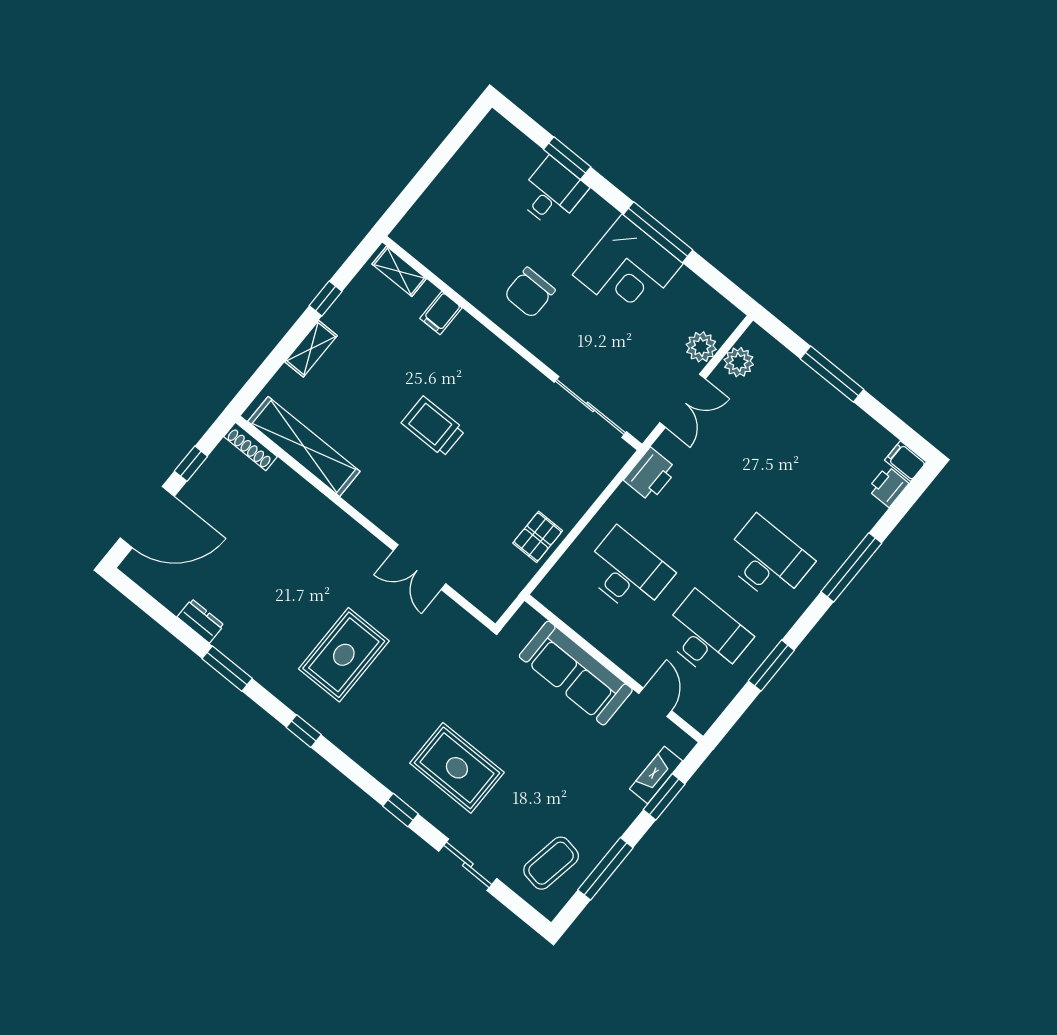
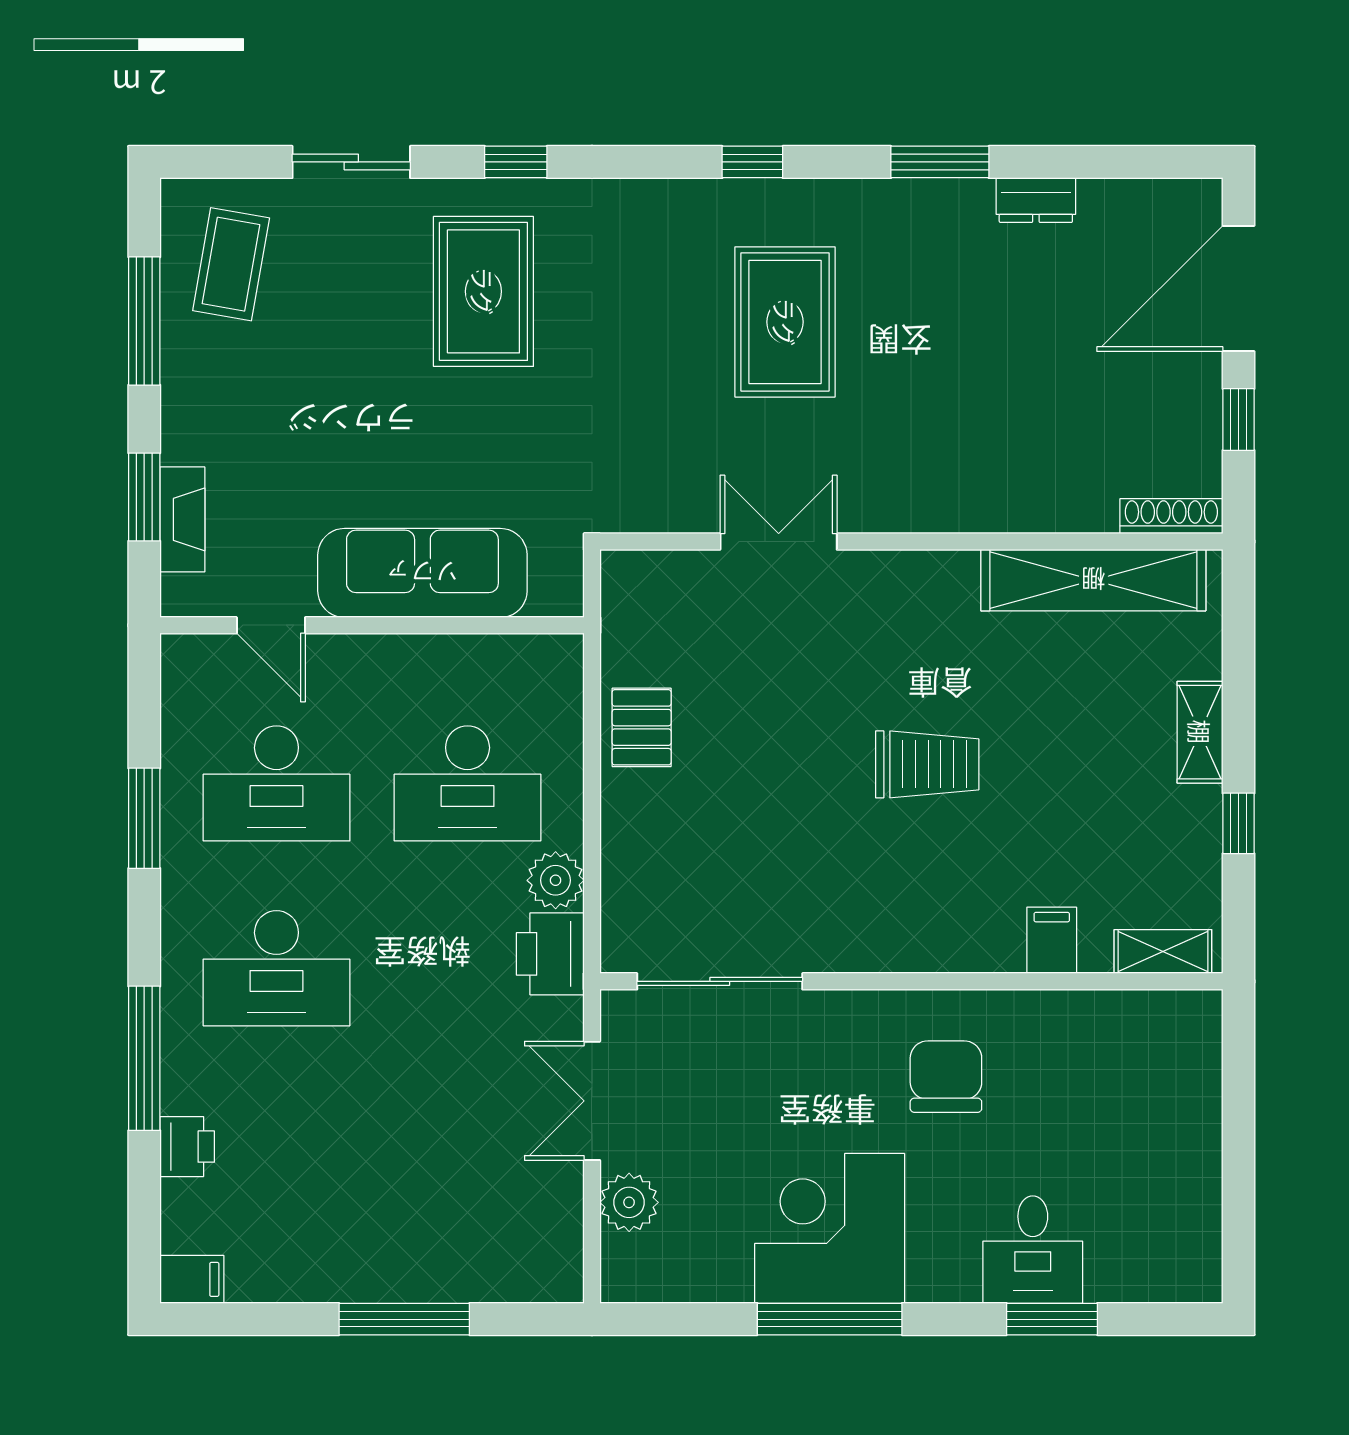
plant: (739, 362) -> (556, 880), moved
printer: (888, 486) -> (187, 1147), moved
rug: (457, 768) -> (483, 291), turned 90

